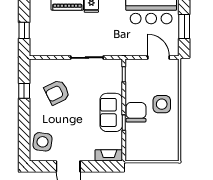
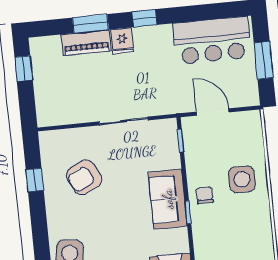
window: (24, 30) -> (24, 69), moved
door: (159, 58) -> (213, 112), moved
chair: (136, 112) -> (205, 195), width x0.54, depth x0.54

